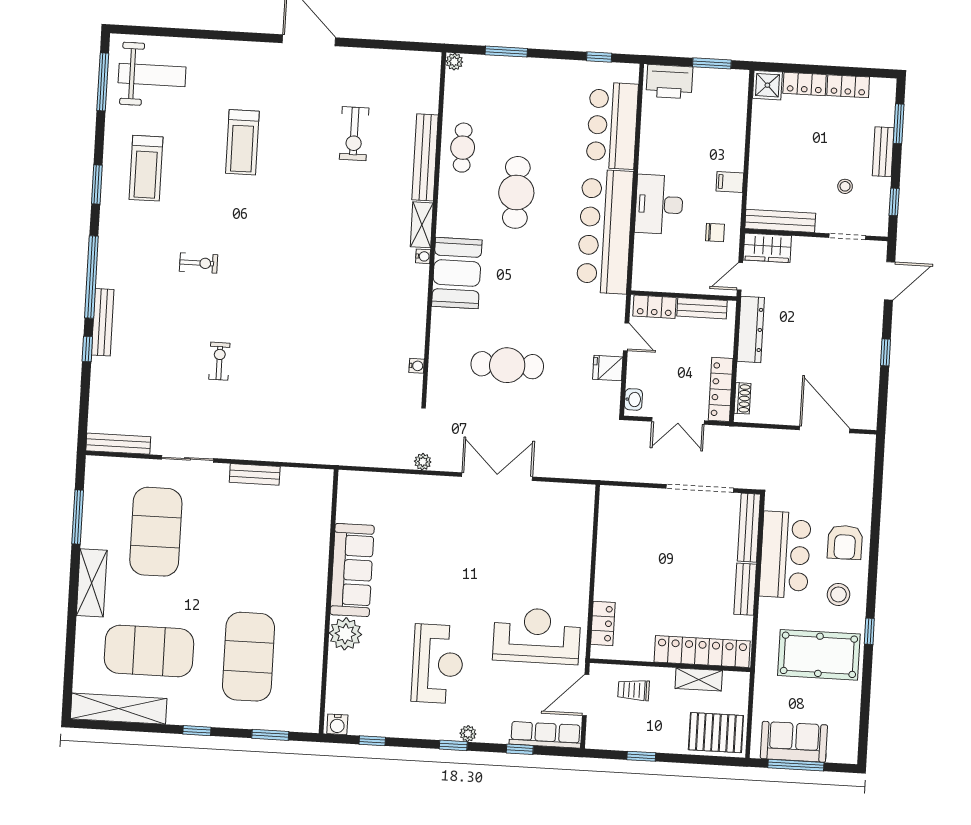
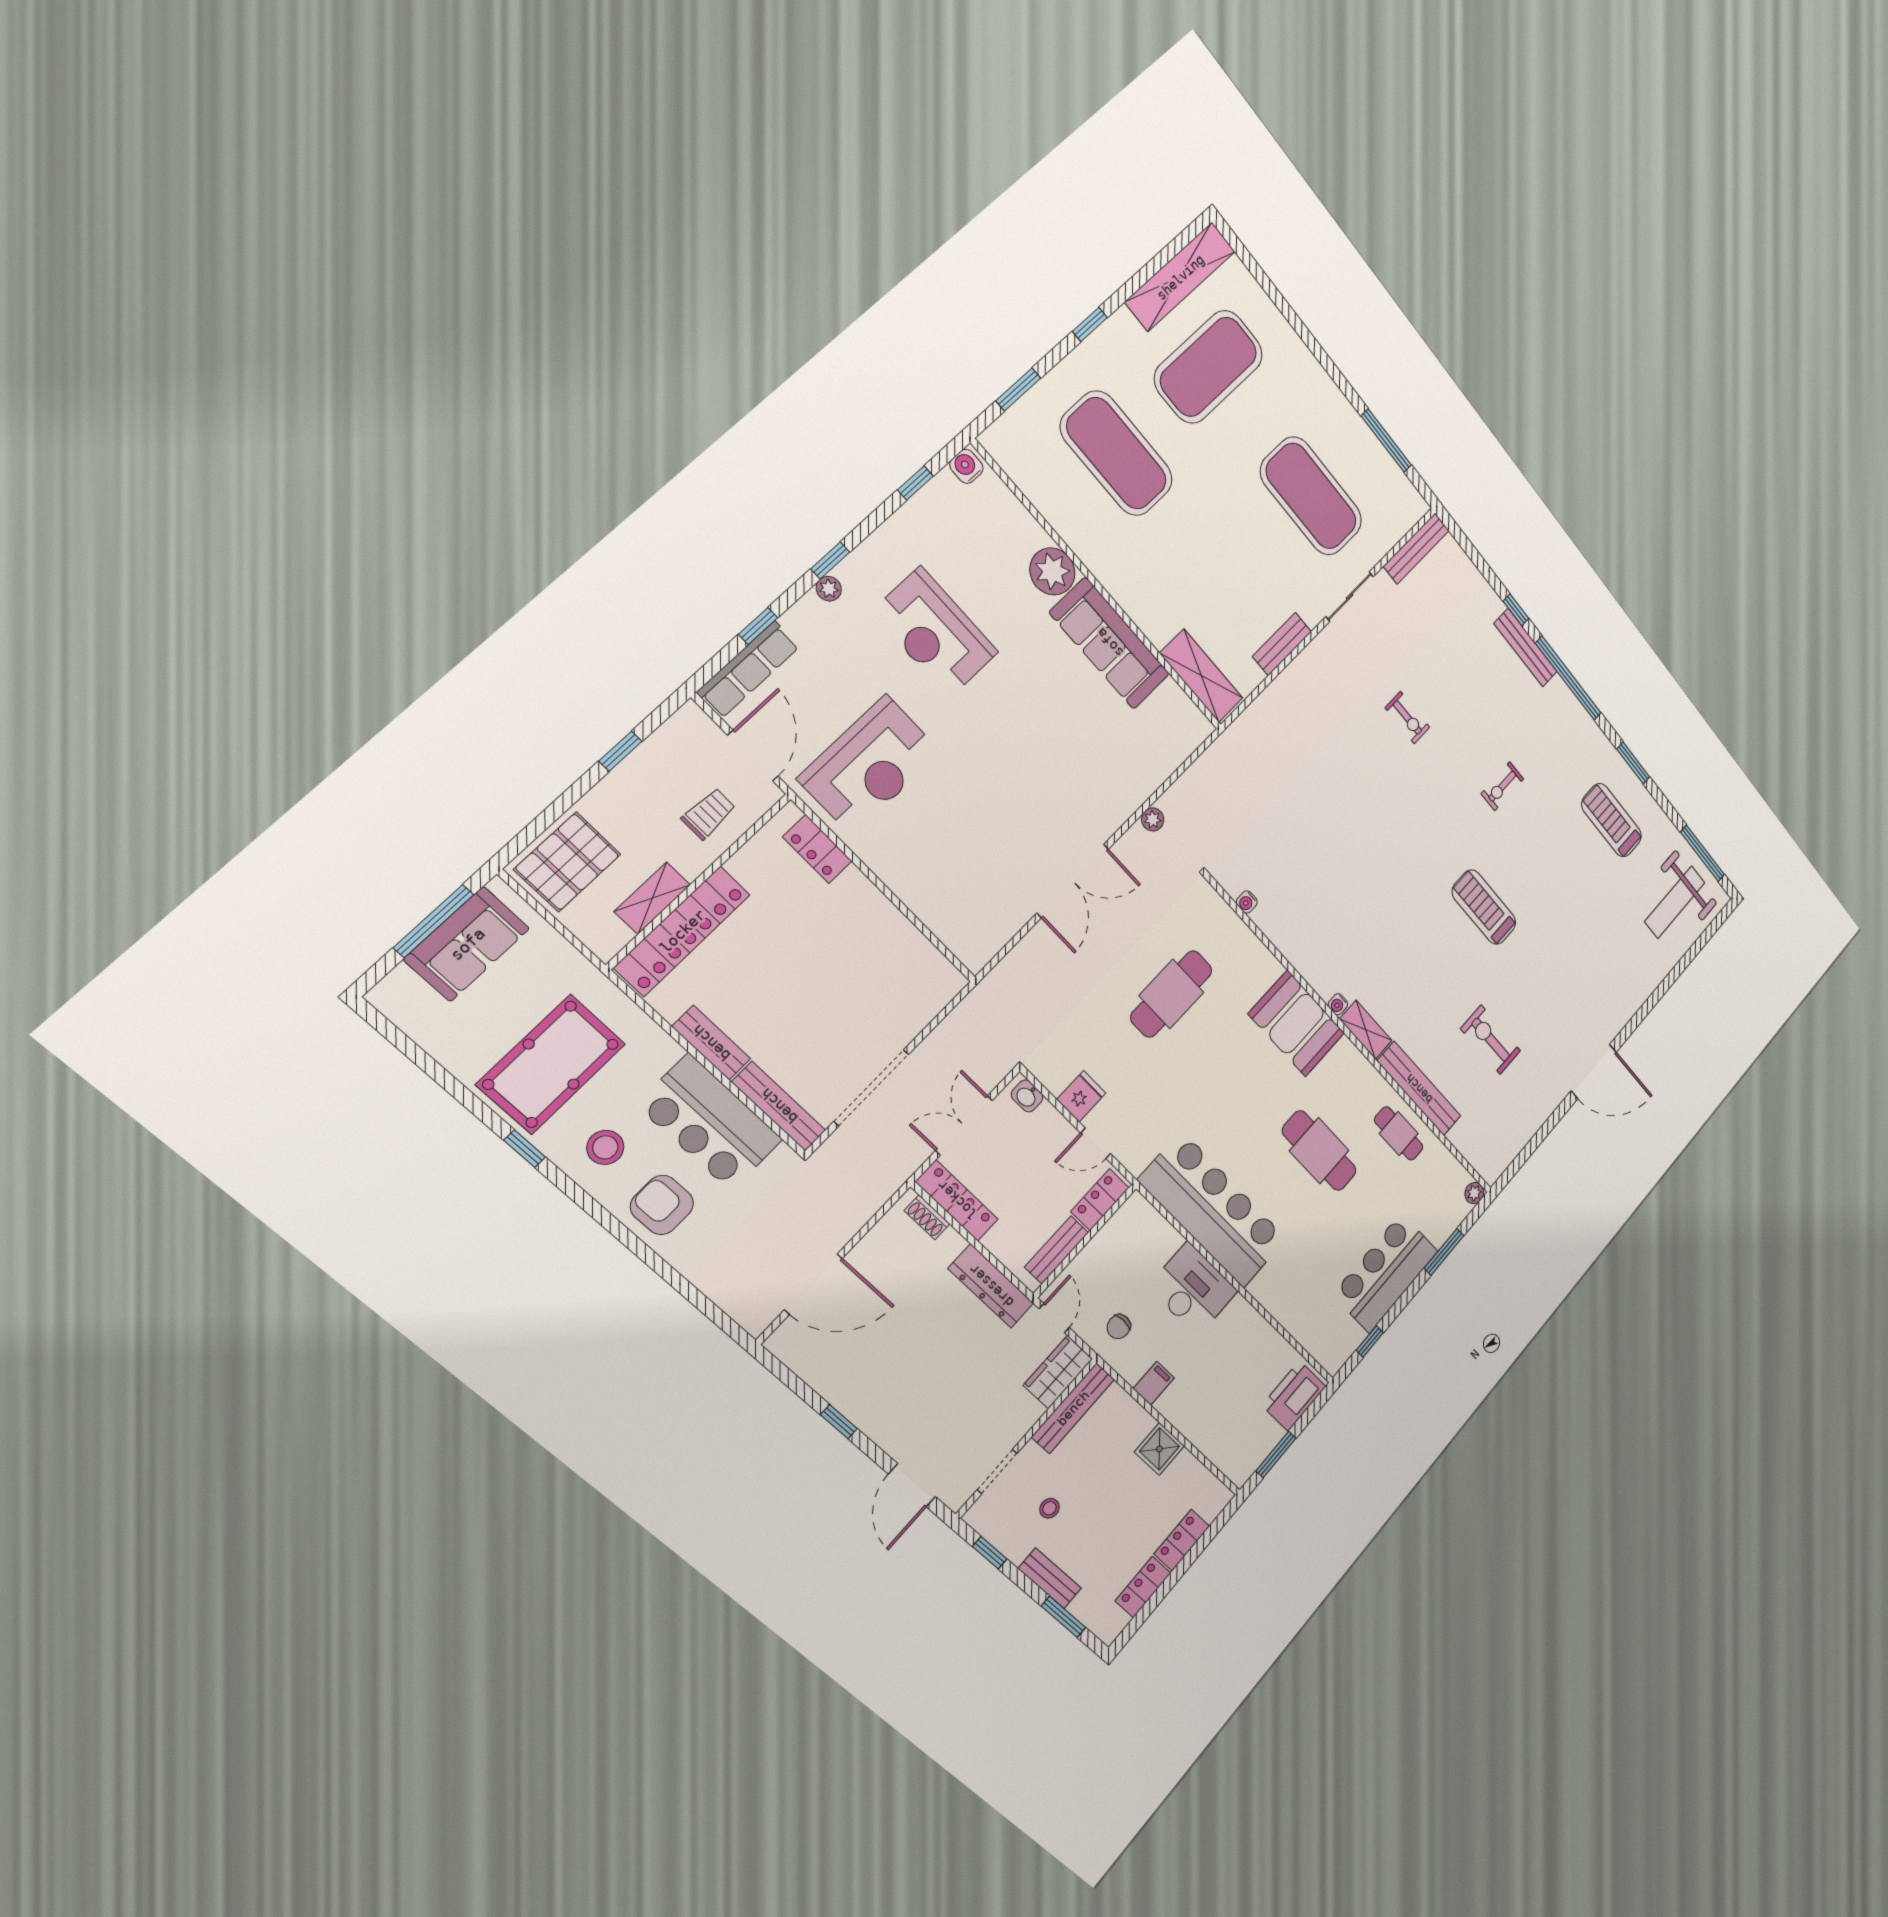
shower: (767, 85) -> (1159, 1449), moved
bar counter: (612, 126) -> (1386, 1273), moved, turned -90
treadmill: (242, 142) -> (1484, 907), moved
shelving: (92, 583) -> (1201, 676), moved

